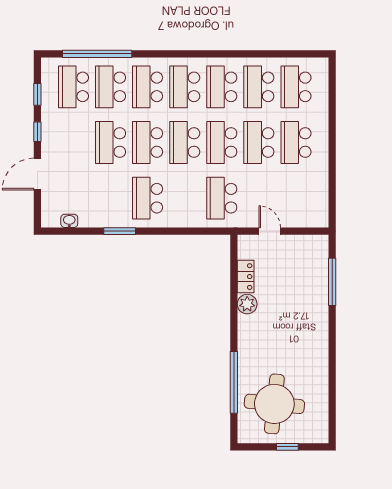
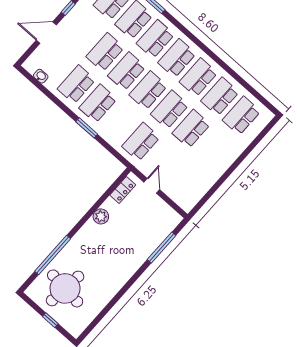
school desk: (296, 143) -> (76, 84), moved
window: (120, 231) -> (87, 128), moved
locker: (246, 277) -> (123, 190), moved

